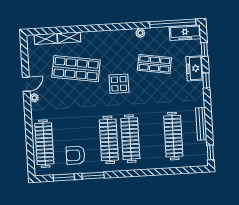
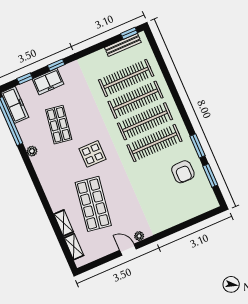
bench: (201, 124) -> (123, 45), moved
clothes rail: (44, 144) -> (136, 100), moved

